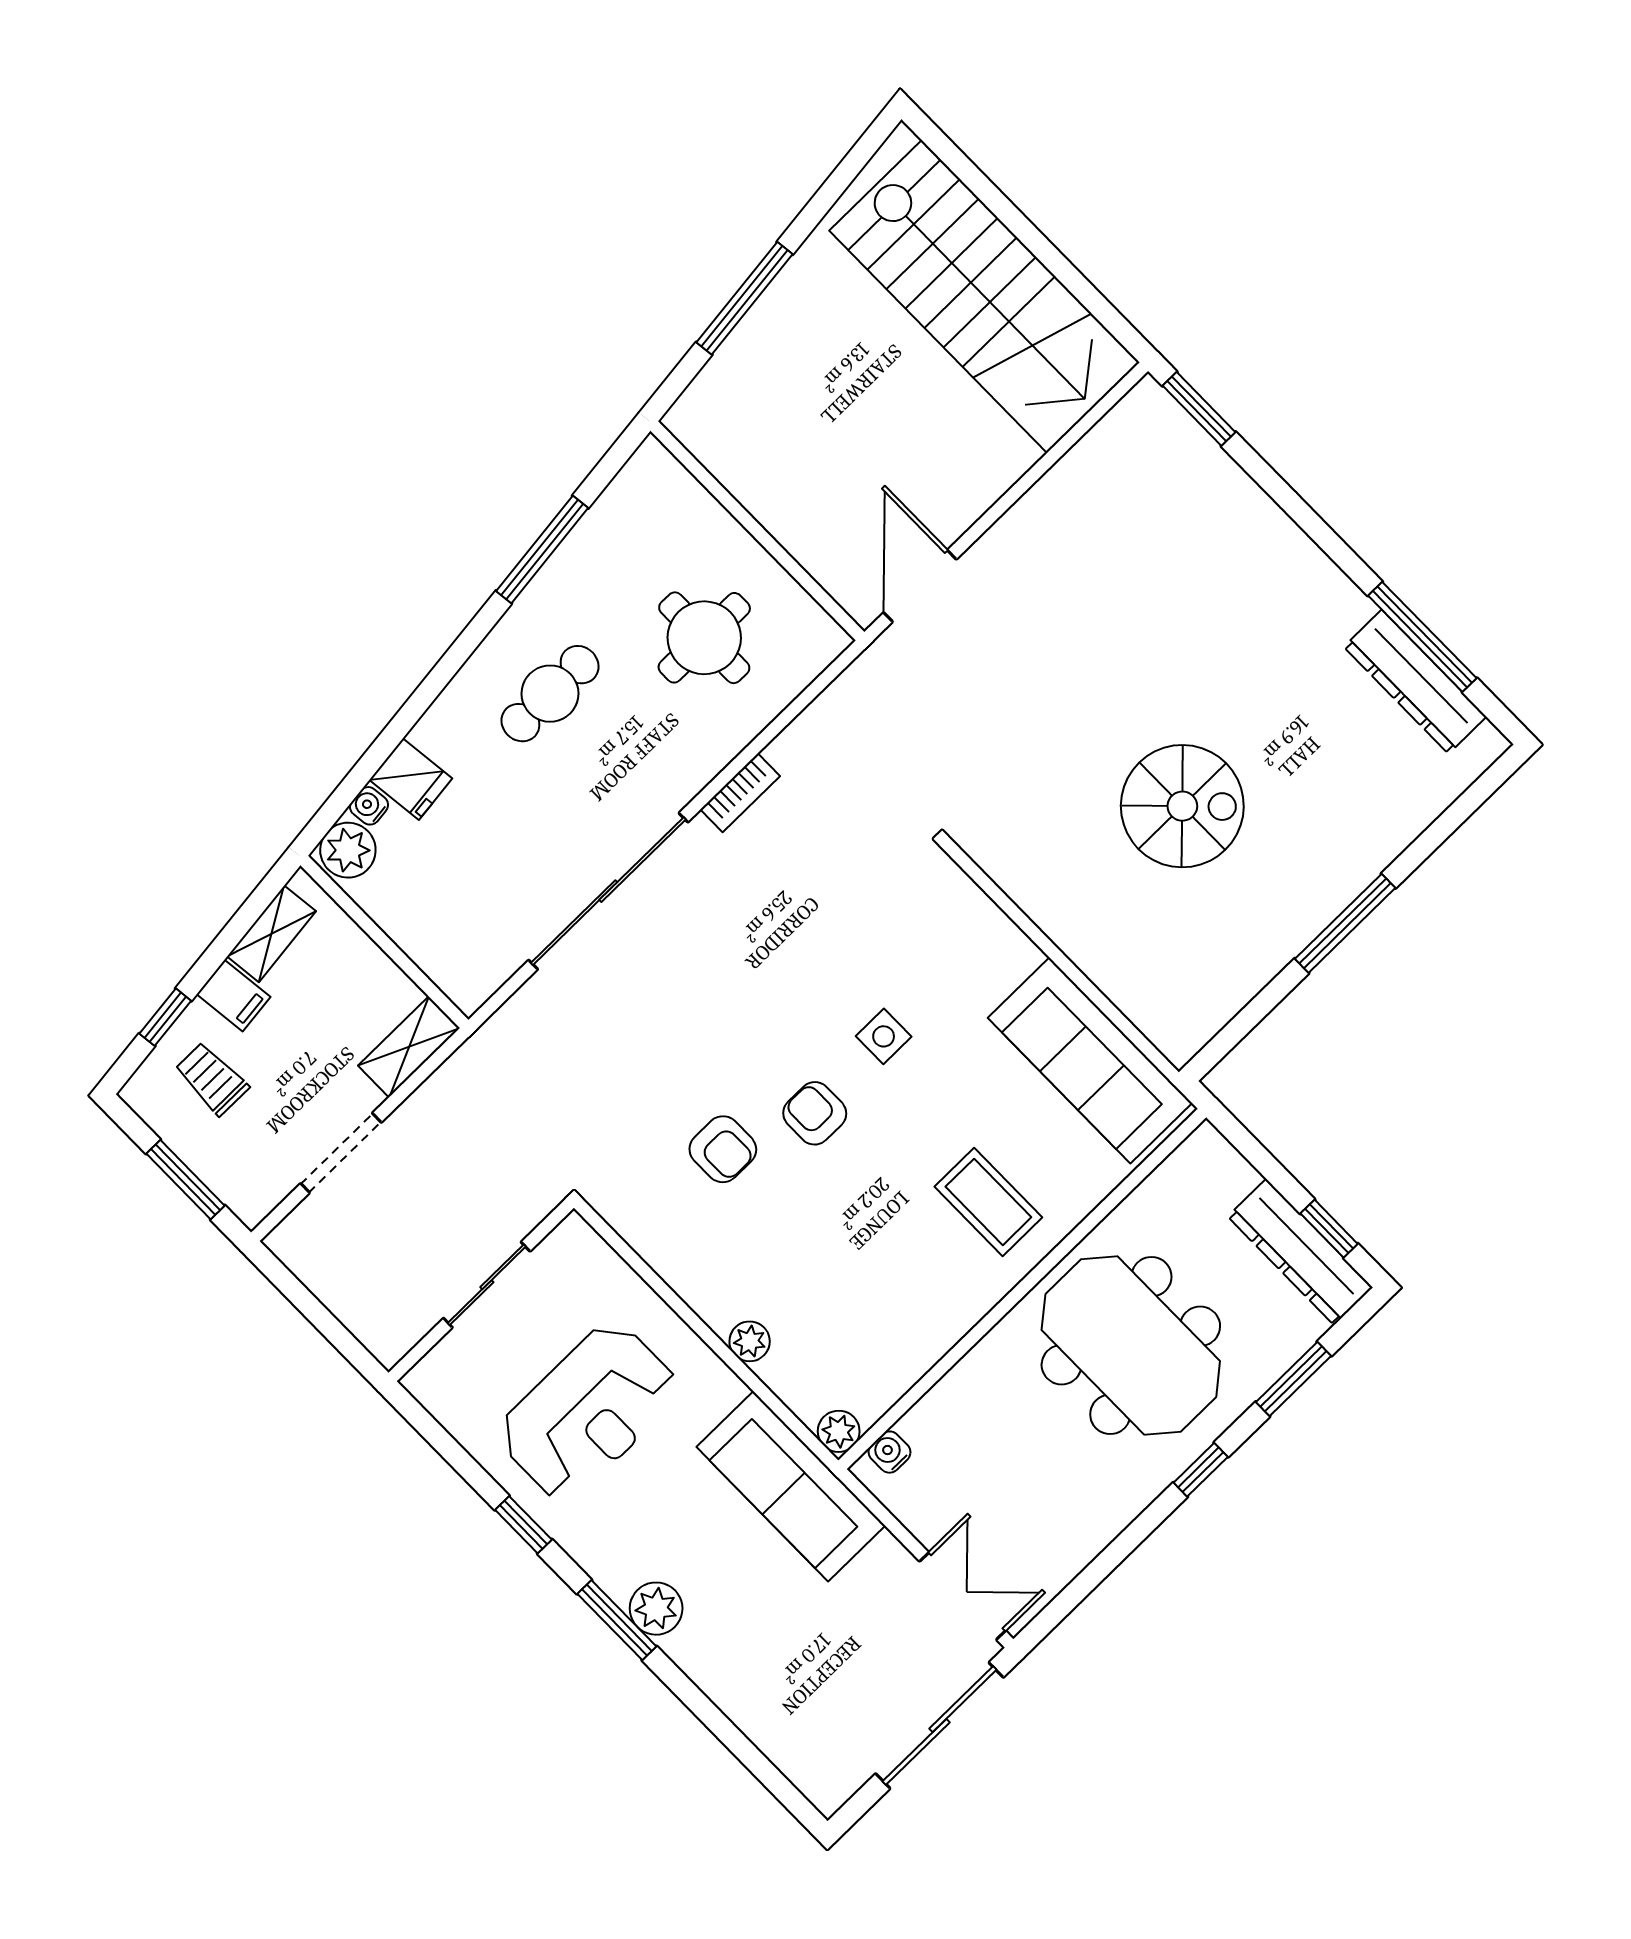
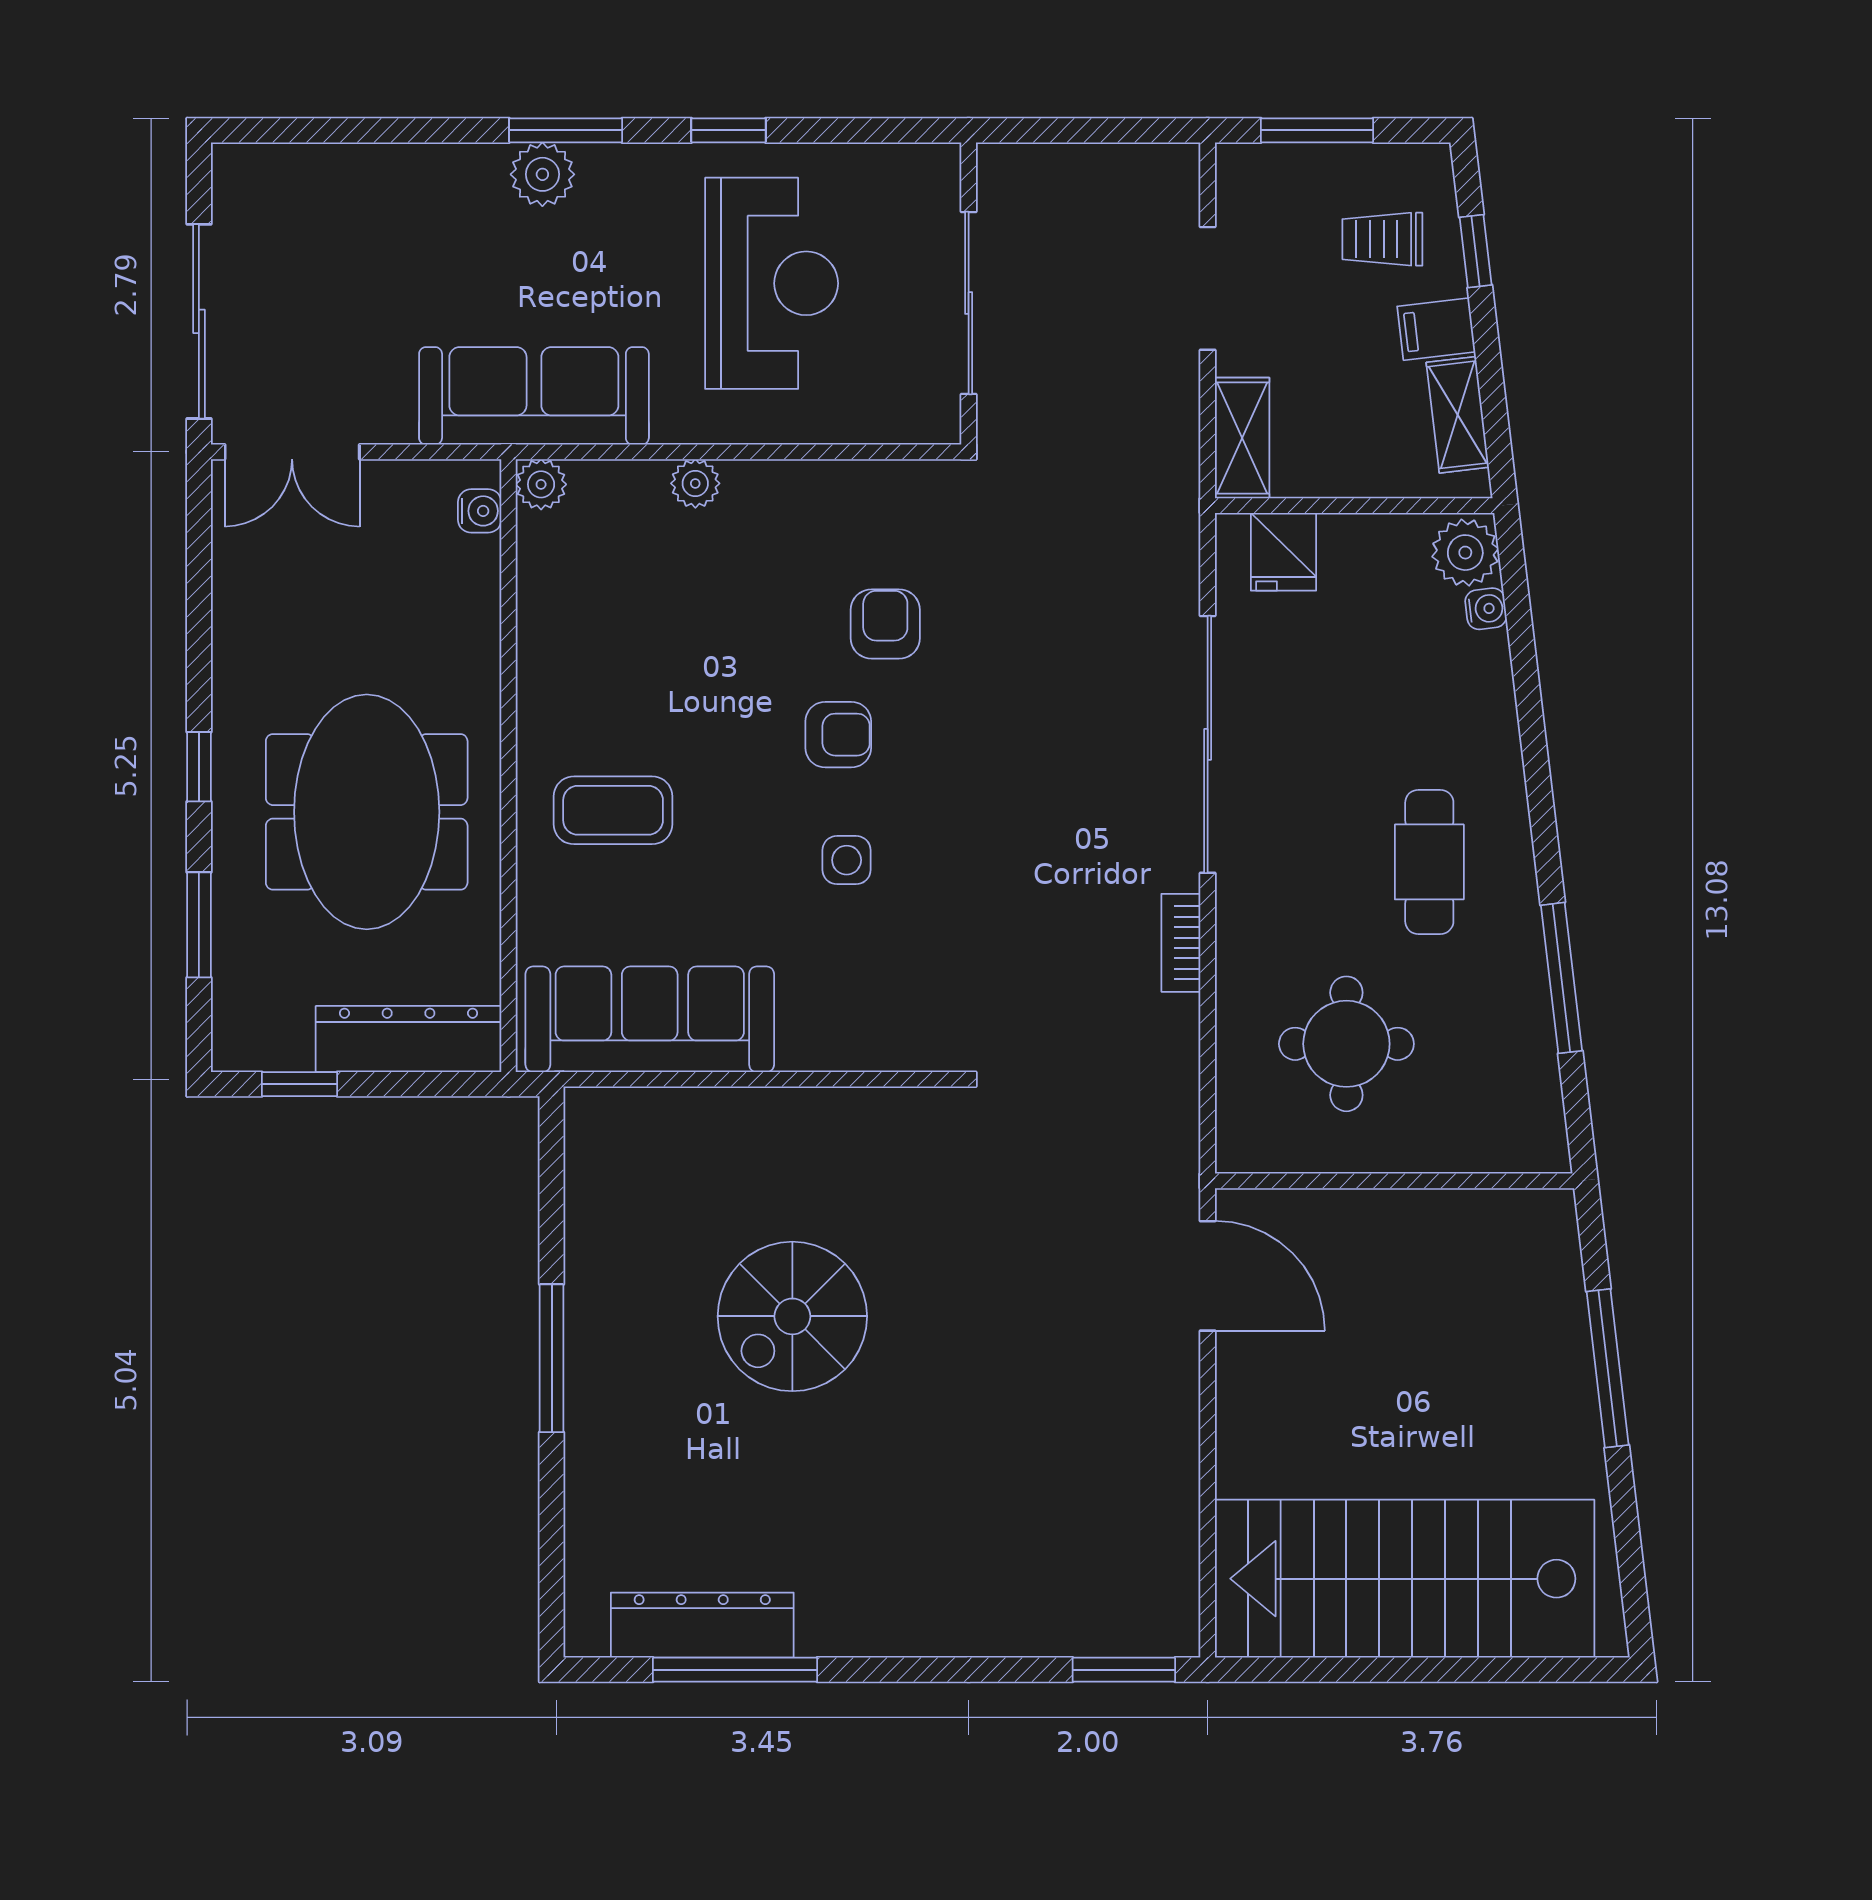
fridge: (411, 779) -> (1284, 552), moved, turned -83
trolley: (212, 1079) -> (1382, 239), turned 180
armchair: (723, 1149) -> (885, 624), turned 90
dresser: (1300, 1252) -> (409, 1039), moved
sliding door: (487, 1285) -> (969, 303), width x1.37
meeting table: (1131, 1346) -> (367, 812), turned 90
reception desk: (588, 1412) -> (772, 283), turned 180

